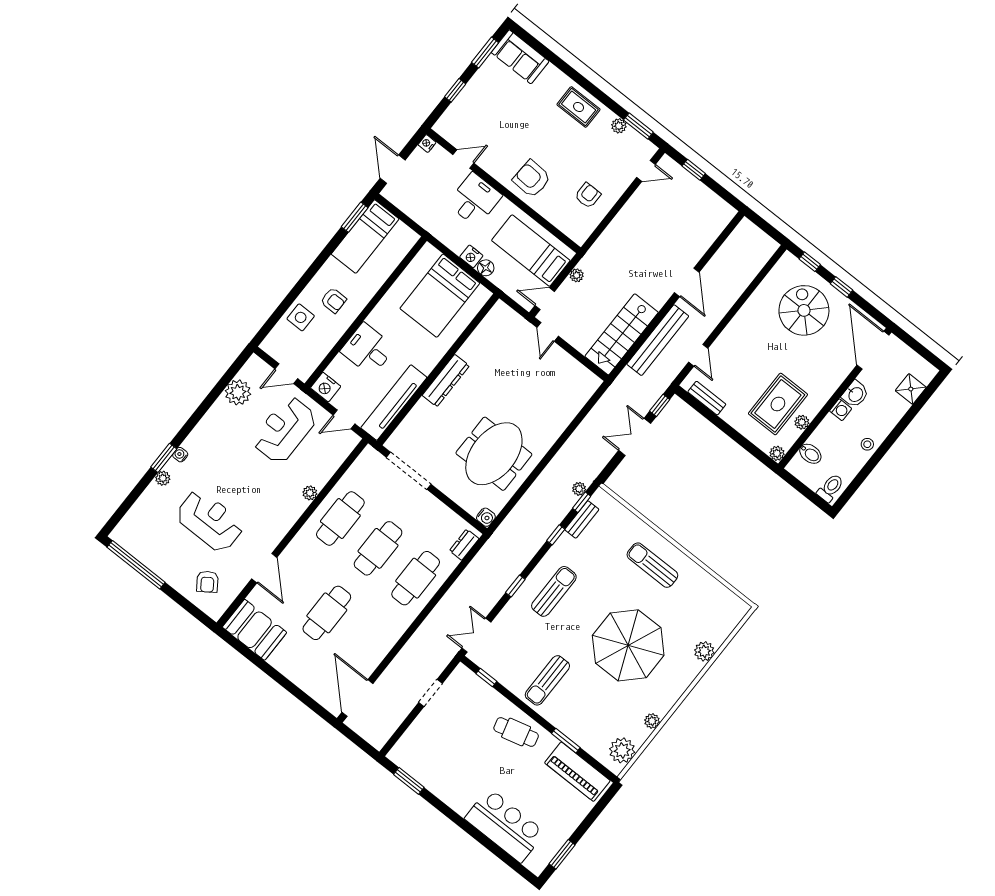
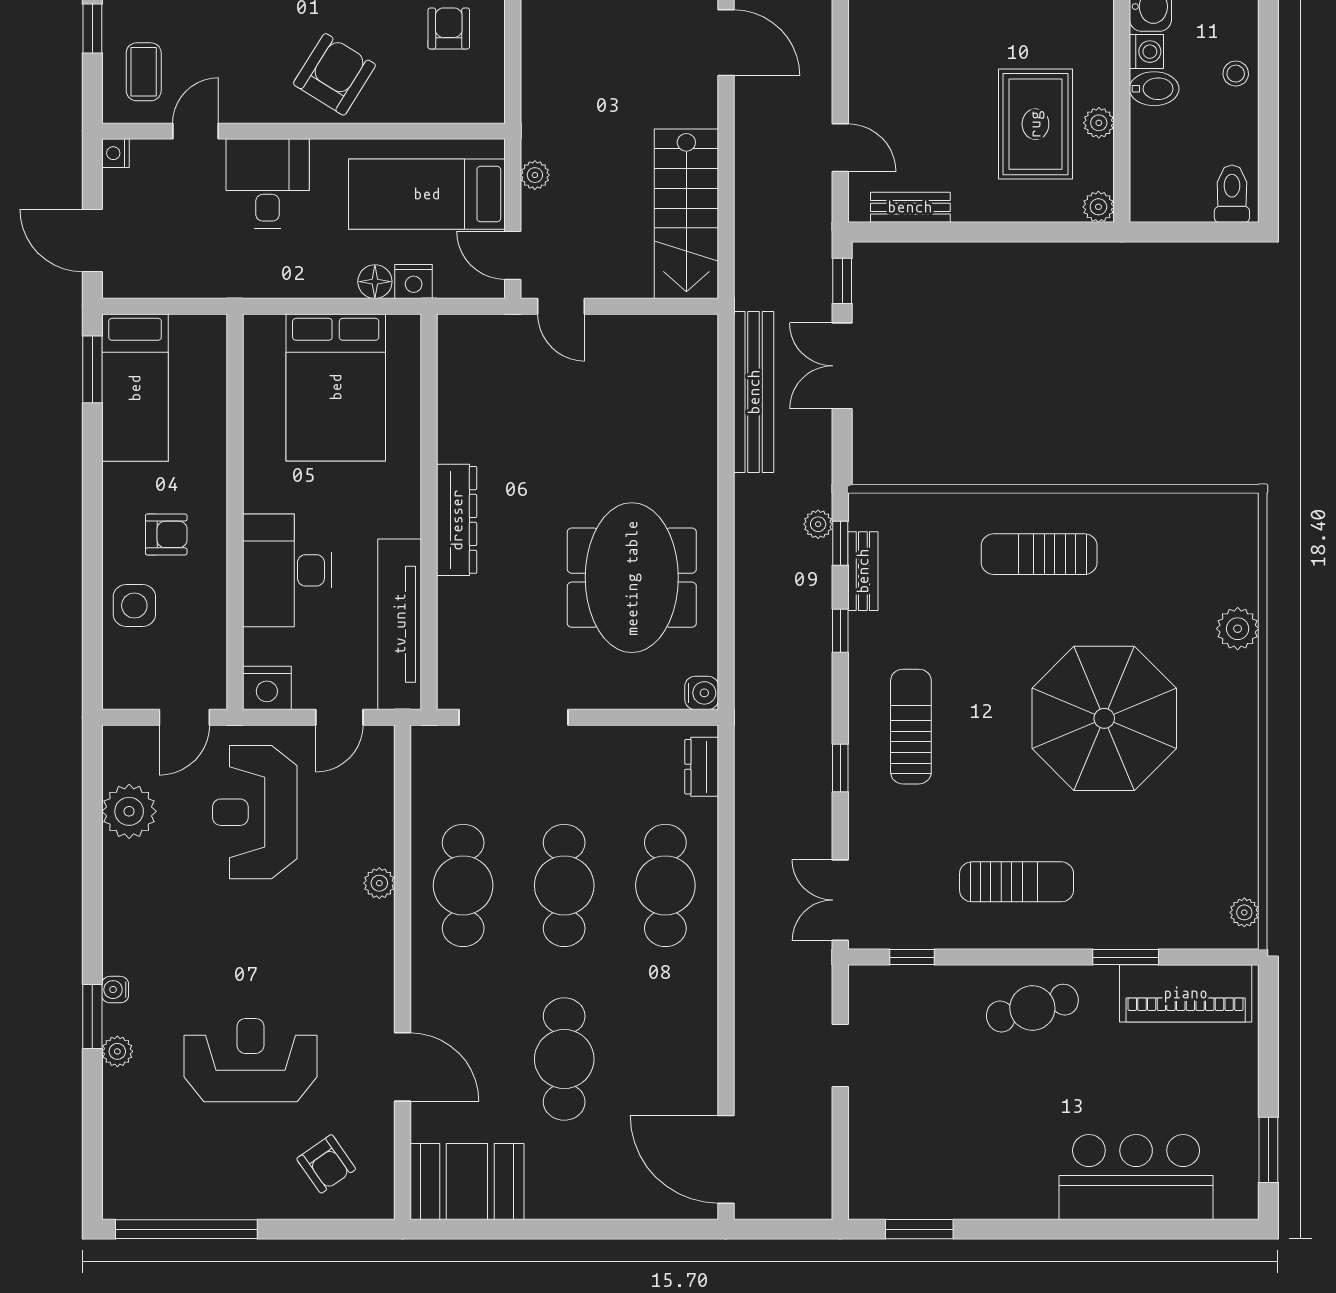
coffee table: (462, 122) -> (144, 72), added
armchair: (532, 179) -> (334, 74), turned 119
nightstand: (471, 256) -> (414, 281), moved
door: (545, 299) -> (513, 255), hinge flipped
bench: (658, 340) -> (754, 392), moved
desk: (368, 349) -> (287, 570), width x1.37
bidet: (810, 454) -> (1154, 89), moved
sun lounger: (547, 680) -> (1017, 882), turned -90
plant: (652, 721) -> (1243, 812), removed
plant: (622, 750) -> (1244, 912), width x0.53, depth x0.53

